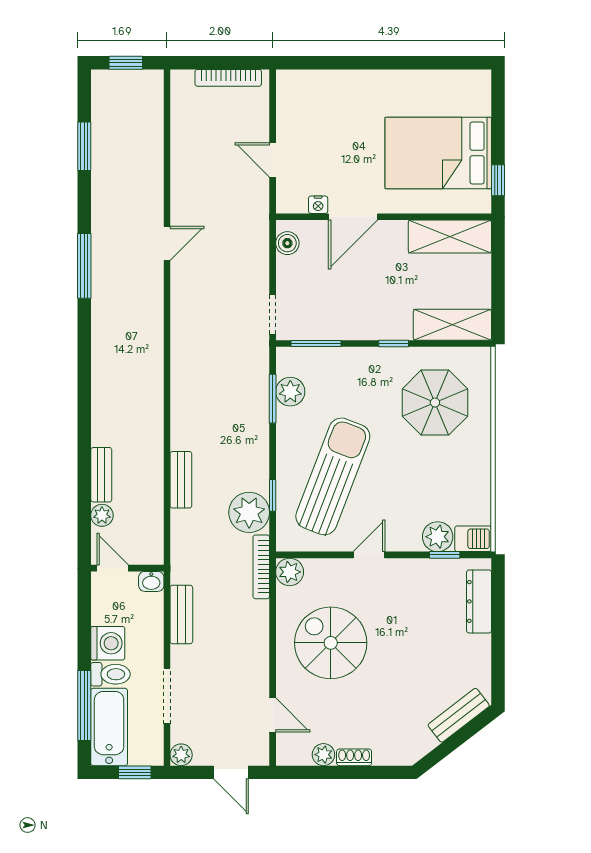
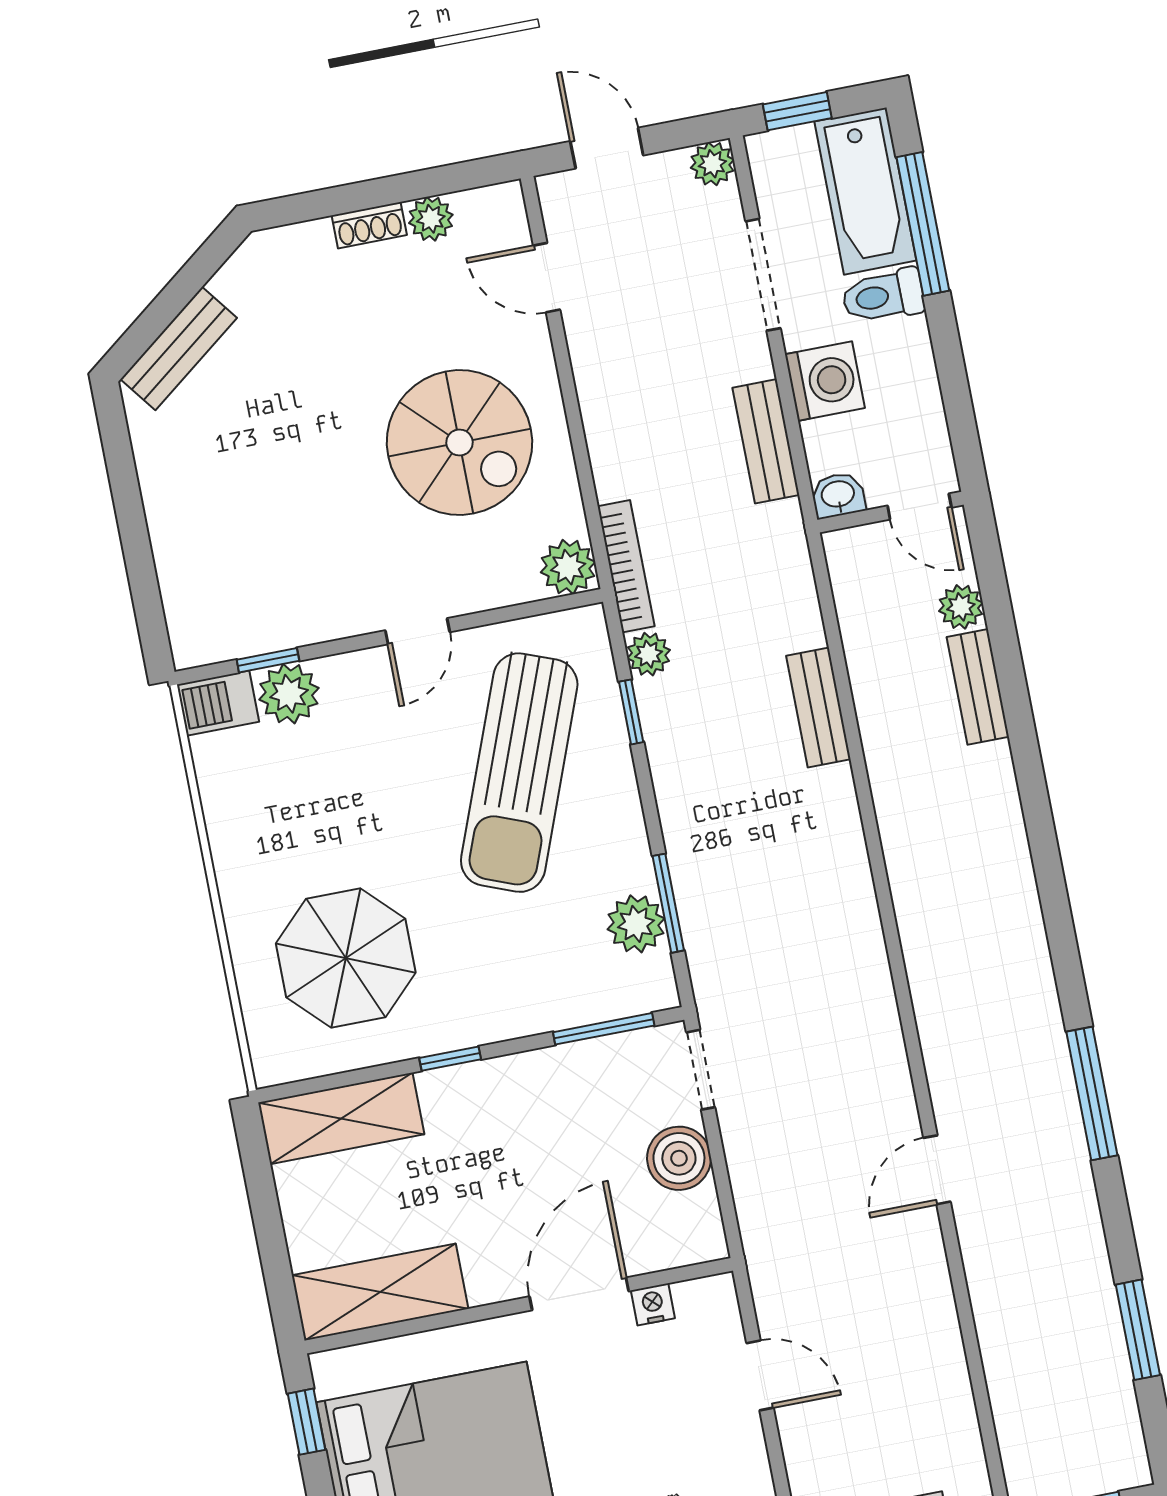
boiler: (287, 243) -> (679, 1158), moved, width x1.36, depth x1.36
plant: (249, 512) -> (649, 654), width x0.53, depth x0.53
dresser: (479, 601) -> (182, 581), removed
washing machine: (108, 643) -> (825, 381), moved, turned 180

